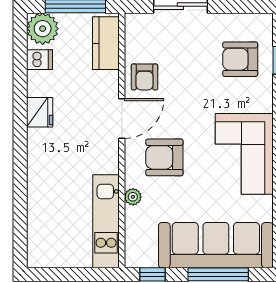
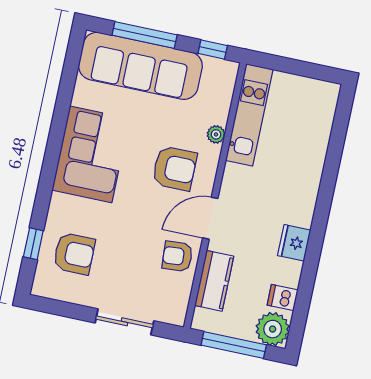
kitchen counter: (106, 43) -> (214, 281), moved
armchair: (145, 77) -> (177, 256), turned -94

